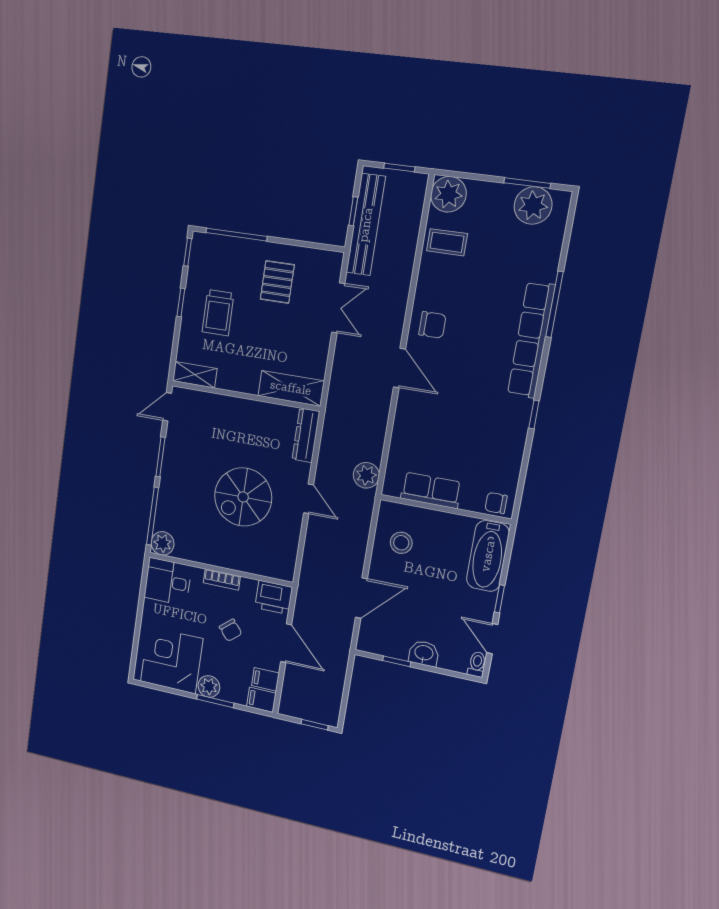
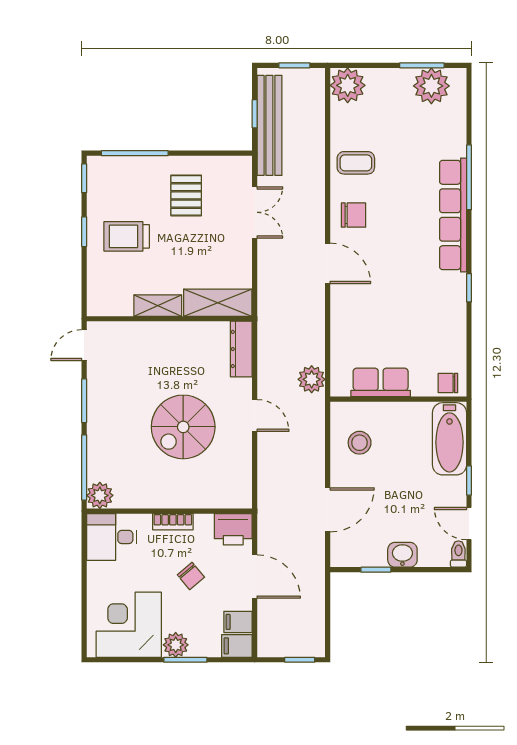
coffee table: (447, 242) -> (356, 163), moved
trolley: (218, 313) -> (127, 236), turned 90
shelving: (195, 375) -> (158, 306), moved

